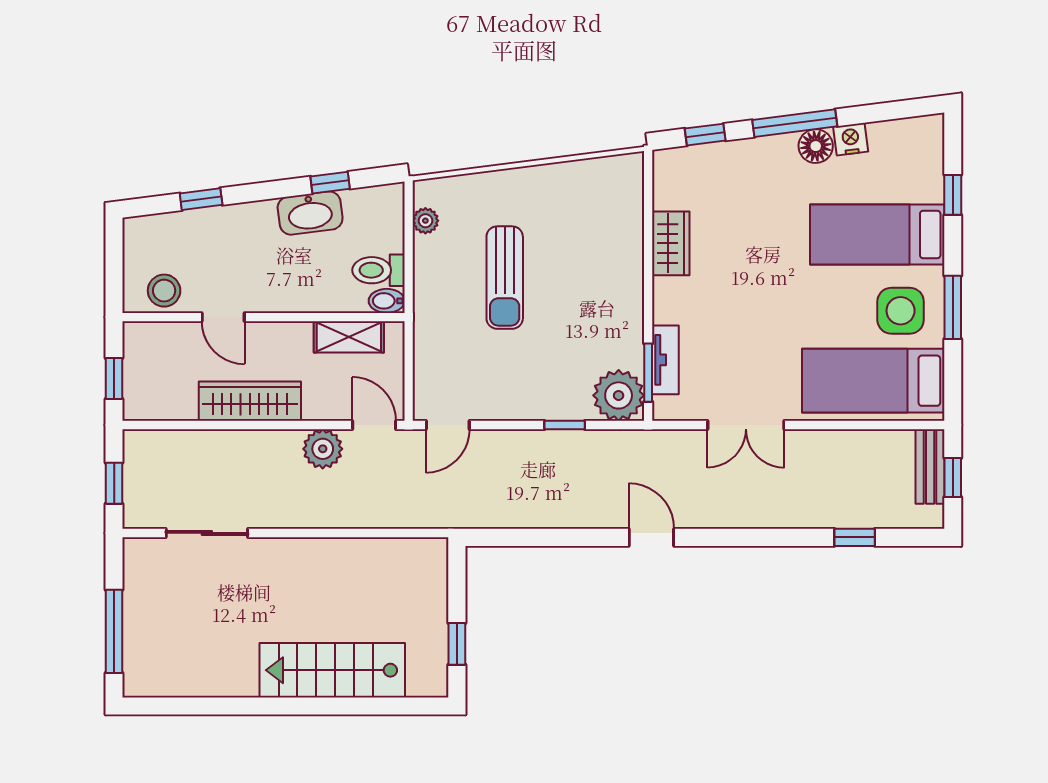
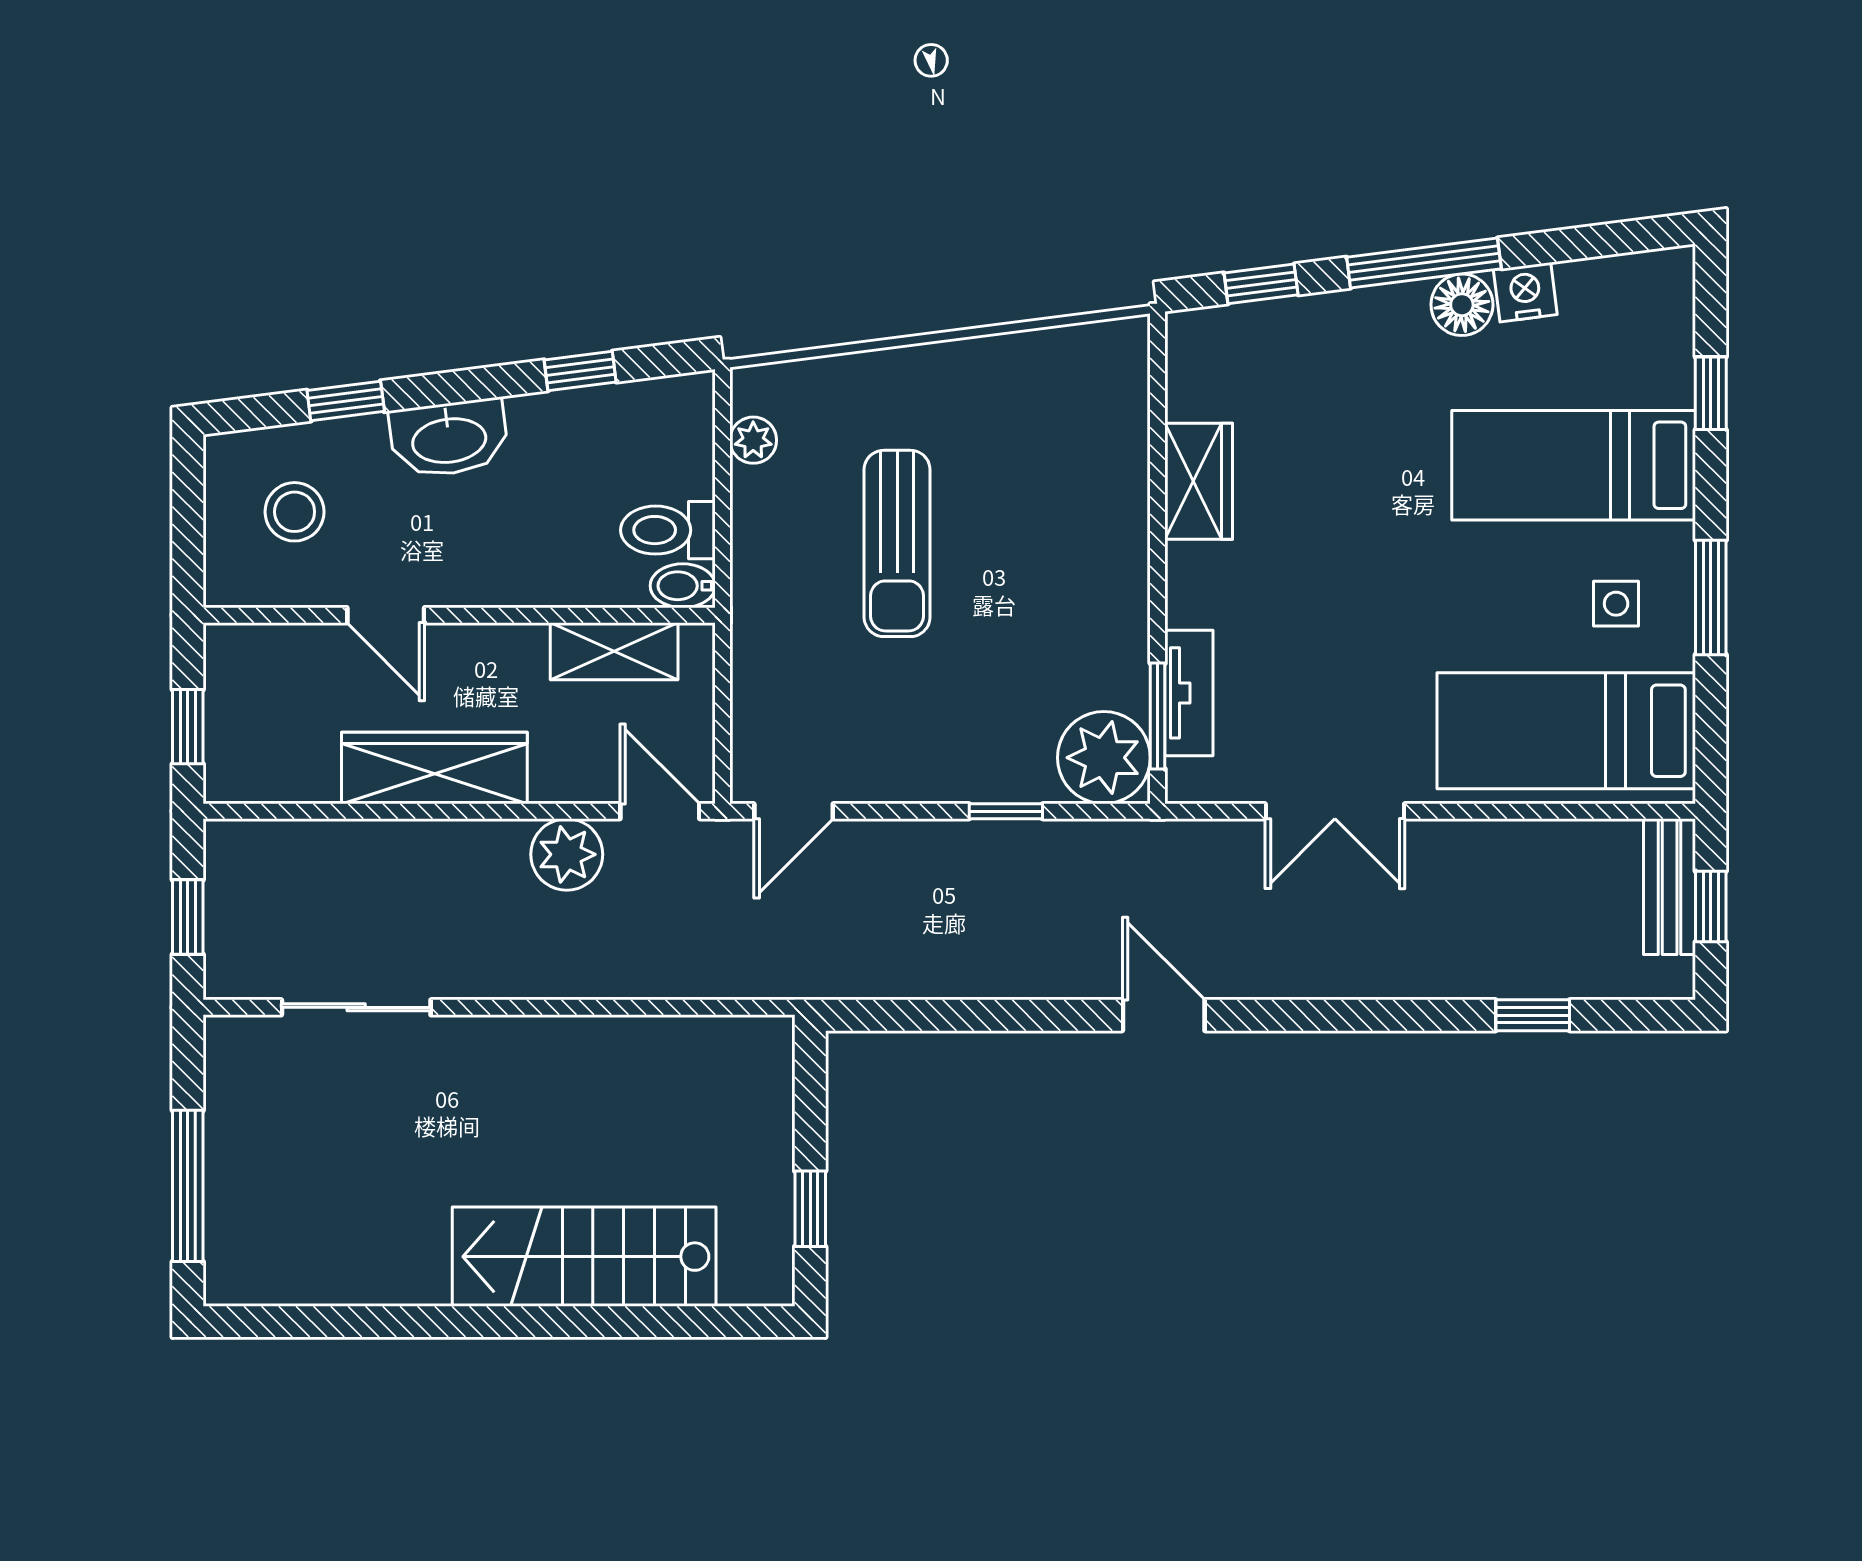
washbasin: (310, 213) -> (449, 438), moved
stool: (164, 291) -> (295, 512), moved
side table: (901, 311) -> (1616, 604), width x0.54, depth x0.54

